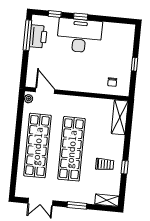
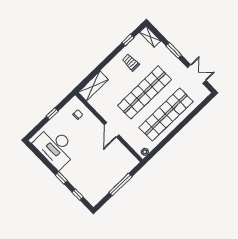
window: (27, 35) -> (120, 185), moved
printer: (38, 36) -> (102, 189), removed
desk: (79, 36) -> (55, 147), moved
door: (45, 91) -> (112, 130), moved
window: (125, 167) -> (128, 40), moved

